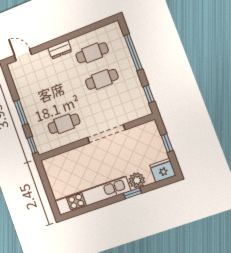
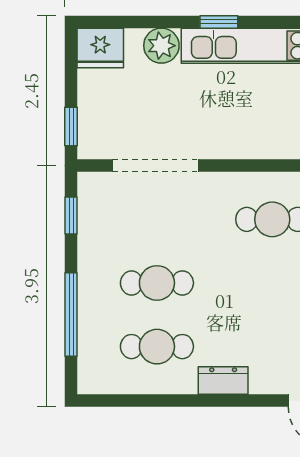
doorway: (106, 134) -> (156, 165), moved
window: (167, 143) -> (71, 126), moved
window: (133, 193) -> (219, 22), moved

